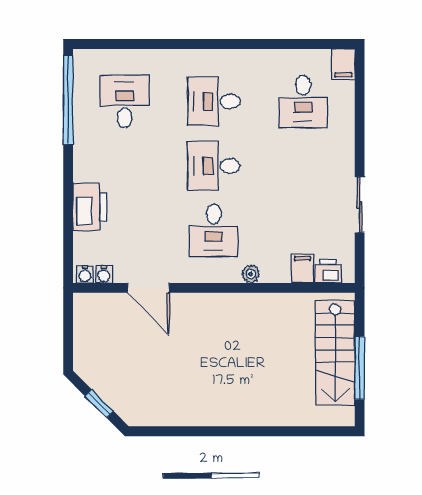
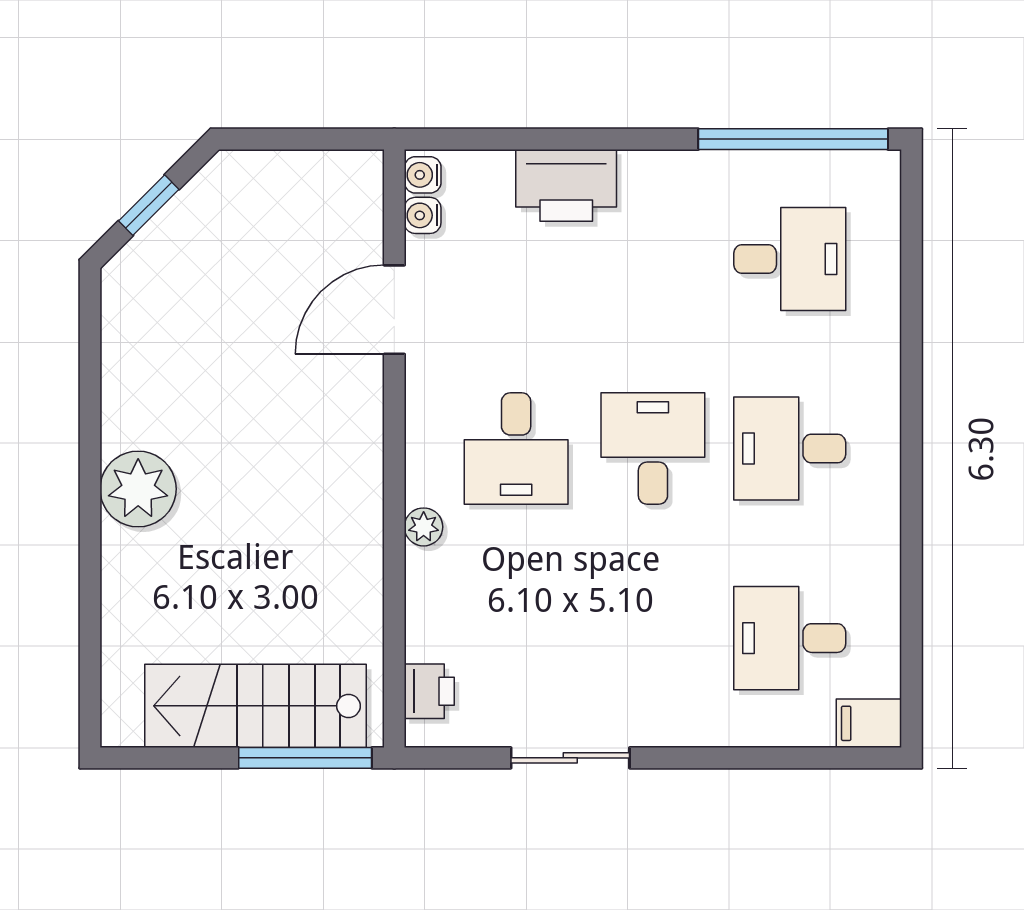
desk: (214, 101) -> (790, 449), turned -90
desk: (214, 230) -> (516, 449), turned -90
filing cabinet: (303, 268) -> (435, 637), removed
window: (360, 368) -> (305, 758), moved
plant: (233, 409) -> (138, 489), added

